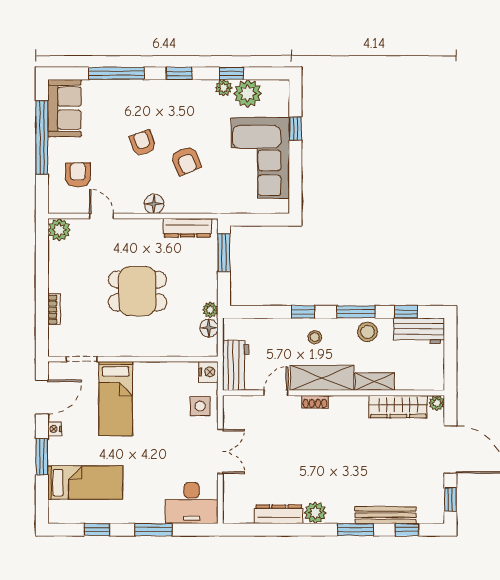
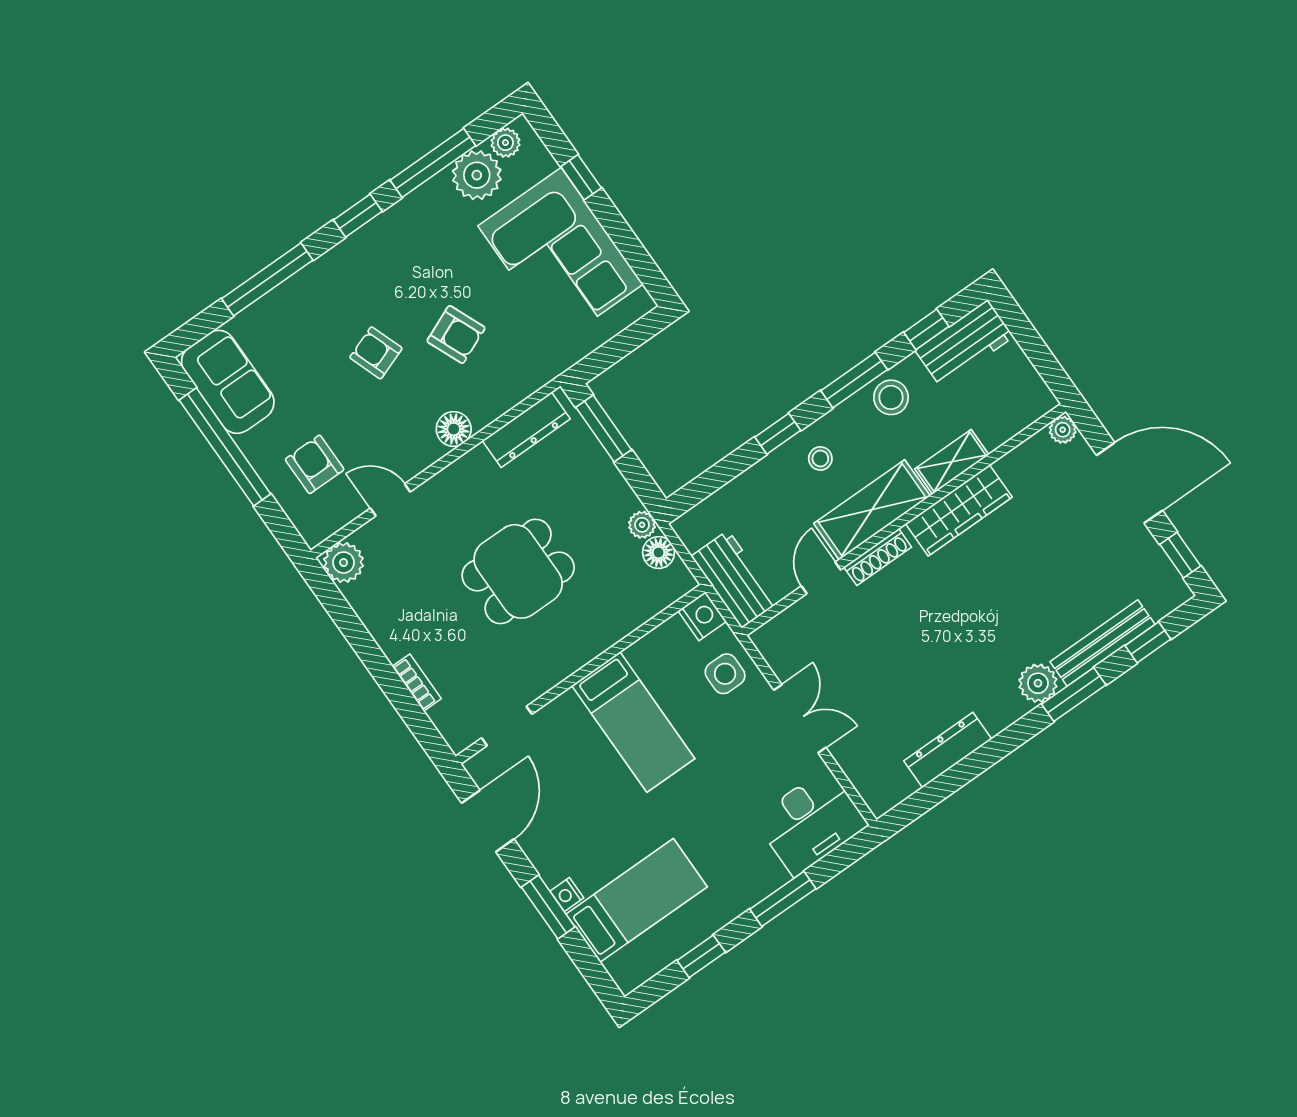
window: (231, 73) -> (433, 163), width x2.17
plant: (224, 88) -> (505, 143), moved
bed: (116, 399) -> (633, 722), moved
shoe rack: (315, 402) -> (878, 557), width x1.43
wardrobe: (398, 407) -> (959, 510), moved
nightstand: (55, 429) -> (567, 895), moved
plant: (315, 513) -> (1038, 683), moved

